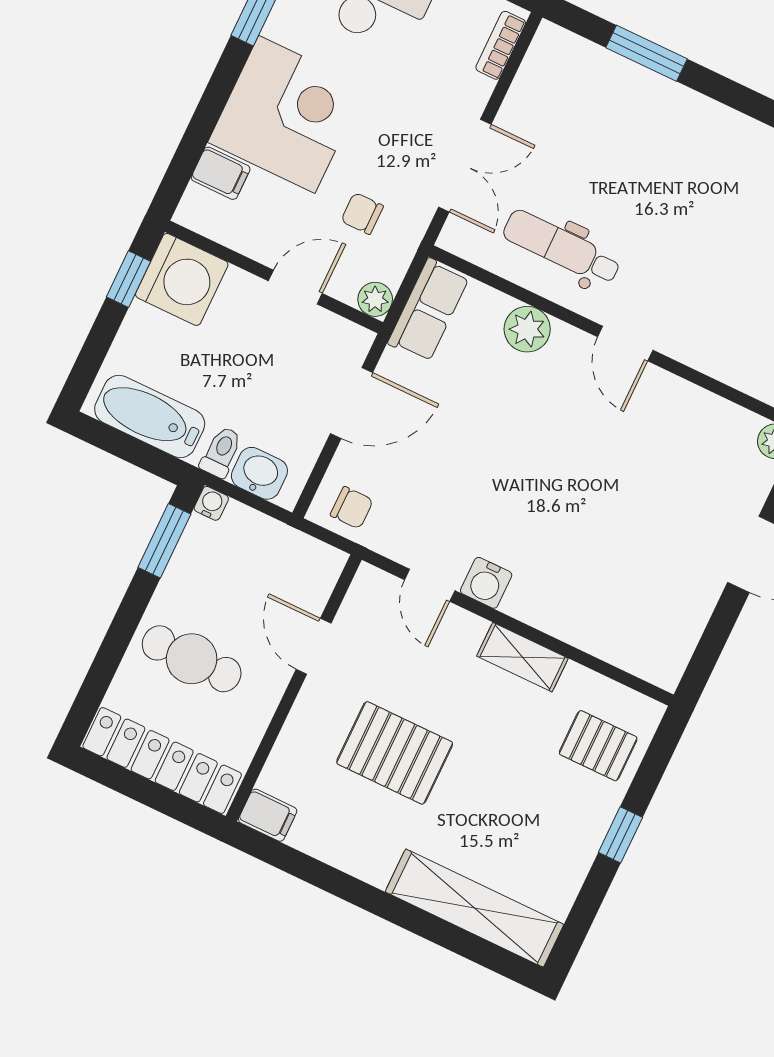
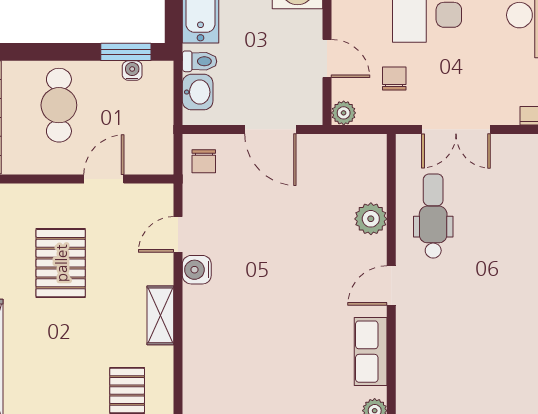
row of seats: (428, 310) -> (371, 352), moved, turned 90
water cooler: (211, 503) -> (132, 71), moved, turned -90

